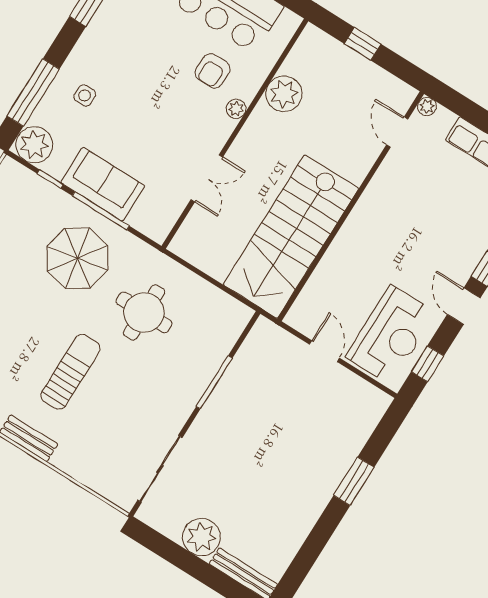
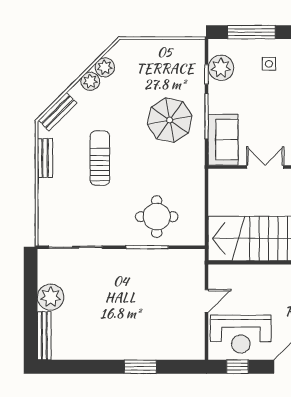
plant: (34, 145) -> (221, 68), moved
double door: (207, 178) -> (265, 167), swing flipped
sofa: (103, 184) -> (223, 140), moved
round table: (144, 312) -> (157, 217), moved
sun lounger: (70, 372) -> (100, 158), turned -90

